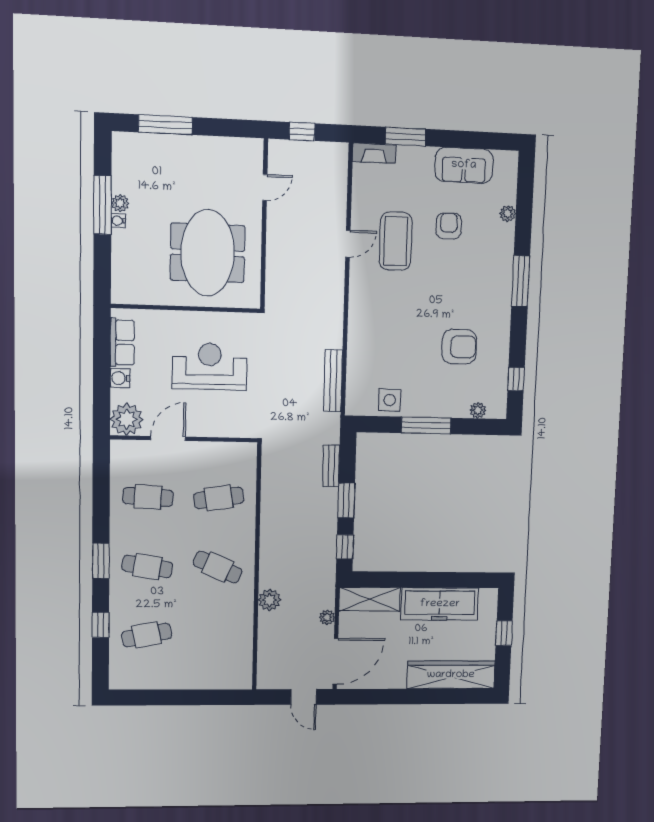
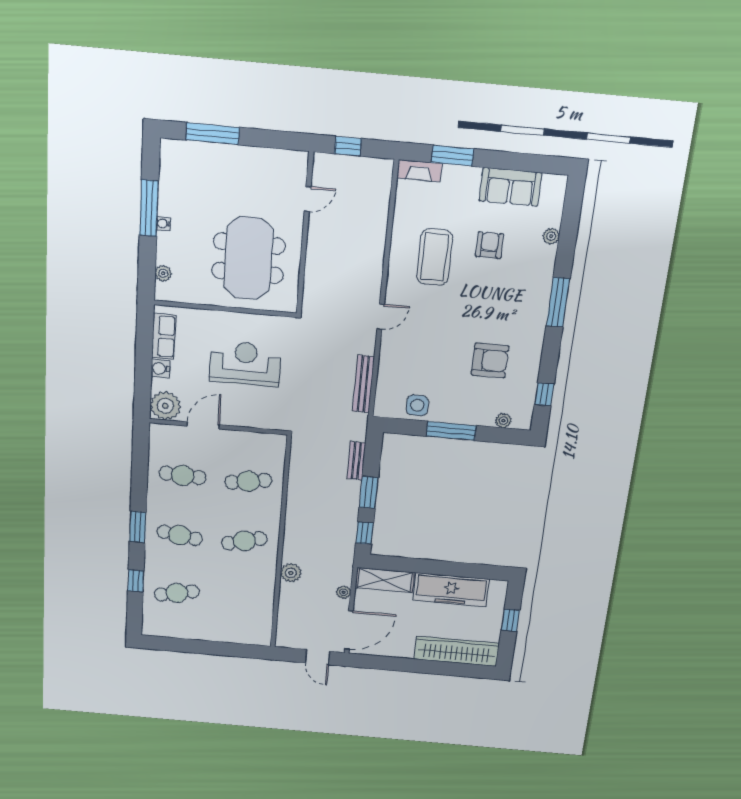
plant: (120, 203) -> (163, 273), moved
door: (348, 244) -> (381, 317), moved
cafe table: (218, 567) -> (244, 541), turned -39

